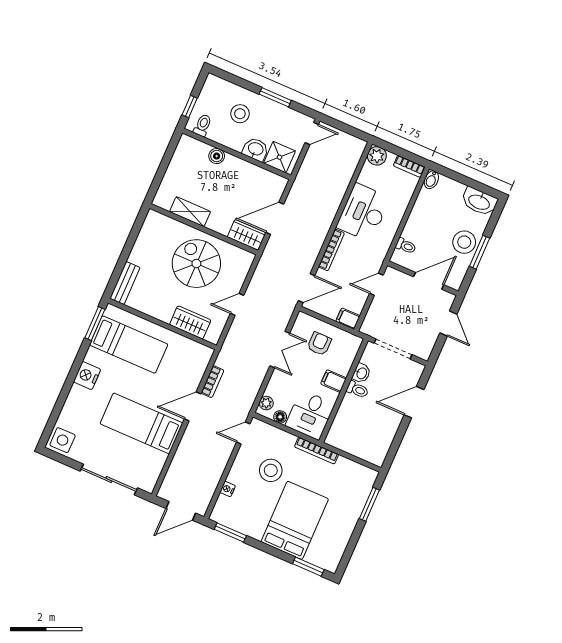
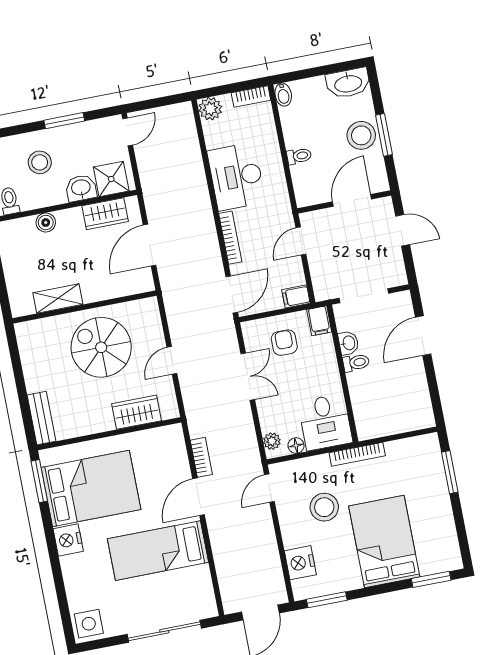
wardrobe: (247, 235) -> (105, 214), moved, turned 180
toilet: (406, 246) -> (299, 156), moved
bed: (129, 345) -> (91, 488), width x1.50
filing cabinet: (334, 381) -> (319, 321), moved, turned -90
nightstand: (228, 489) -> (300, 563), width x1.89, depth x1.79

